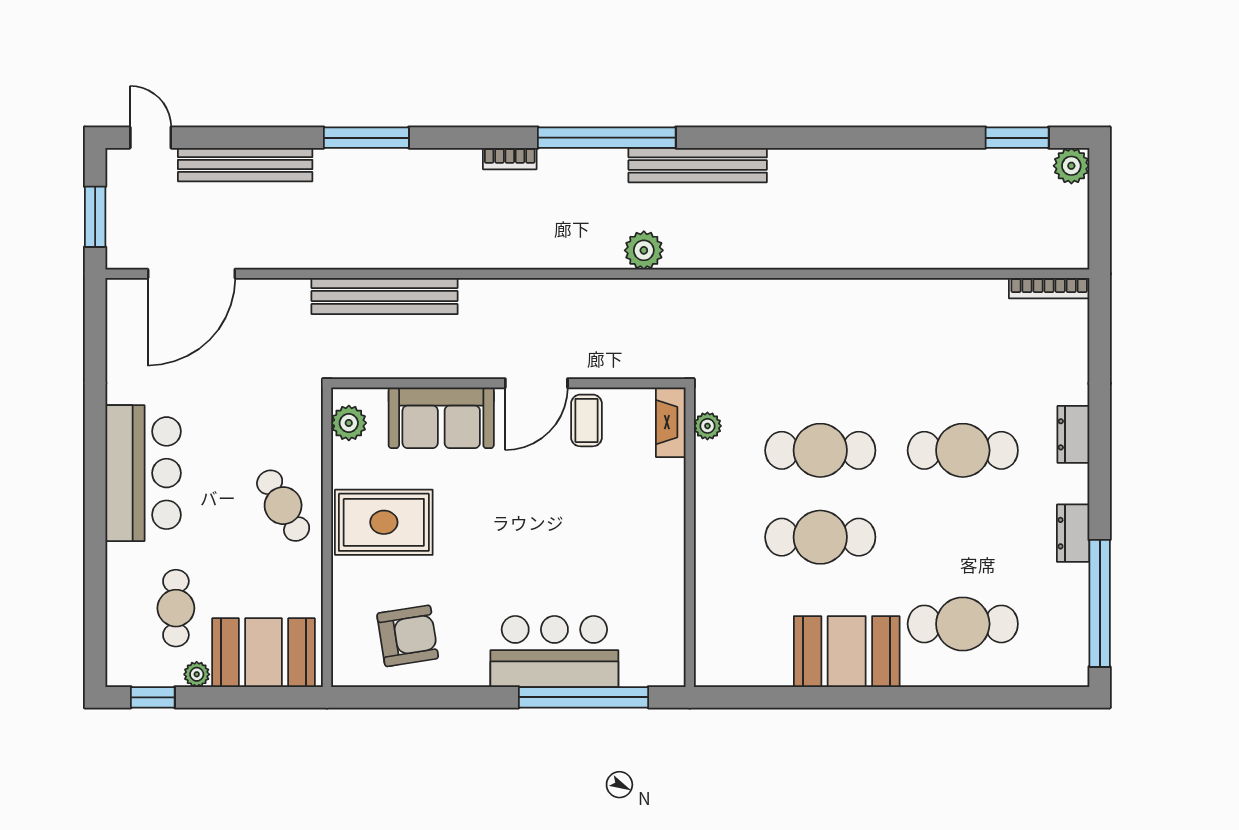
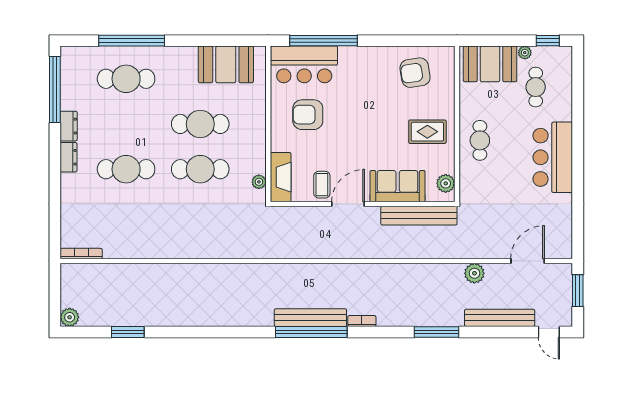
window: (1017, 138) -> (128, 332), moved
bench: (698, 165) -> (310, 318), moved
plant: (644, 250) -> (474, 273), moved
door: (191, 274) -> (528, 261), width x0.73
bench: (385, 296) -> (419, 216), moved
fireplace: (671, 422) -> (281, 177), width x1.37, depth x1.32
dresser: (1073, 434) -> (69, 157), moved
cafe table: (283, 506) -> (480, 140), turned 30
rug: (384, 522) -> (427, 132), width x0.73, depth x0.70
armchair: (614, 555) -> (308, 115), added
bar counter: (554, 651) -> (304, 64), moved
booth: (847, 652) -> (226, 64), moved
window: (952, 697) -> (132, 41), added

